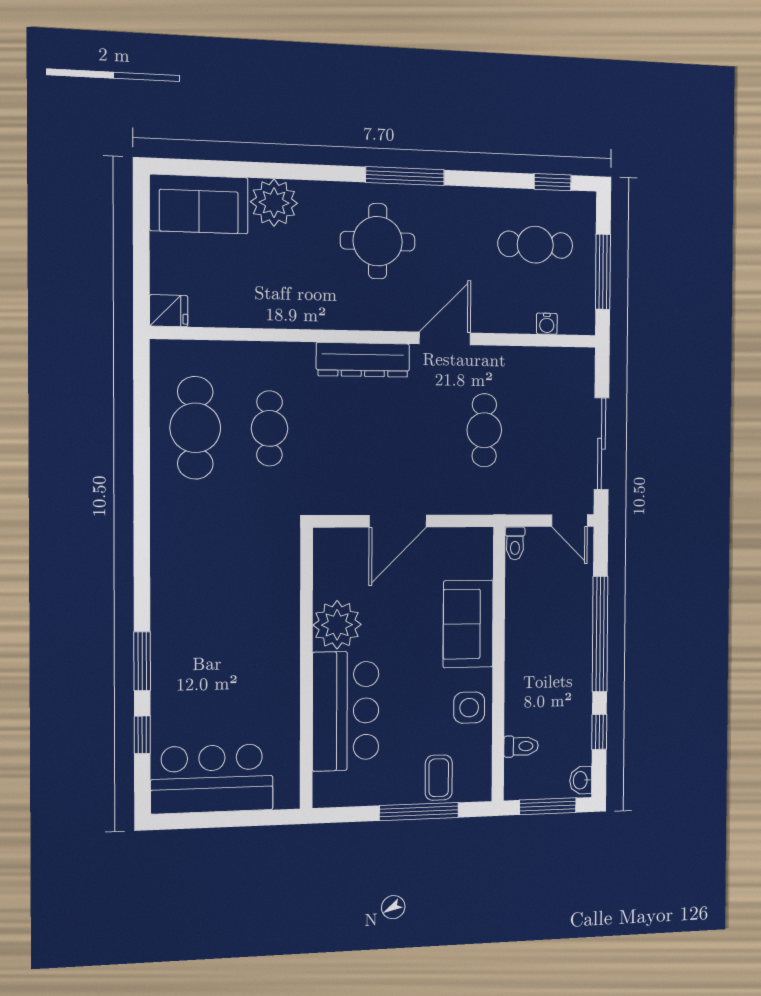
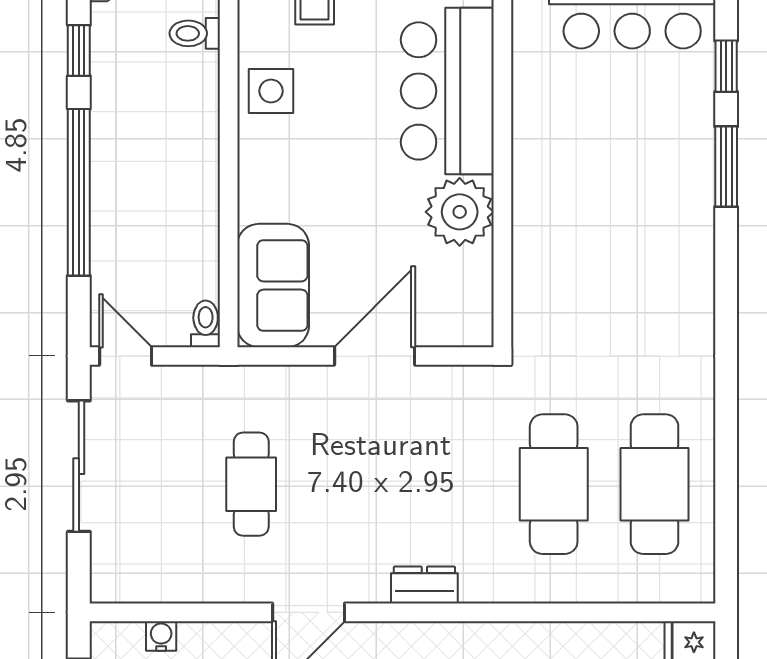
dresser: (363, 360) -> (424, 585), width x0.51, depth x0.80
cafe table: (270, 428) -> (554, 484), width x1.37, depth x1.35
sofa: (468, 624) -> (273, 286), moved

